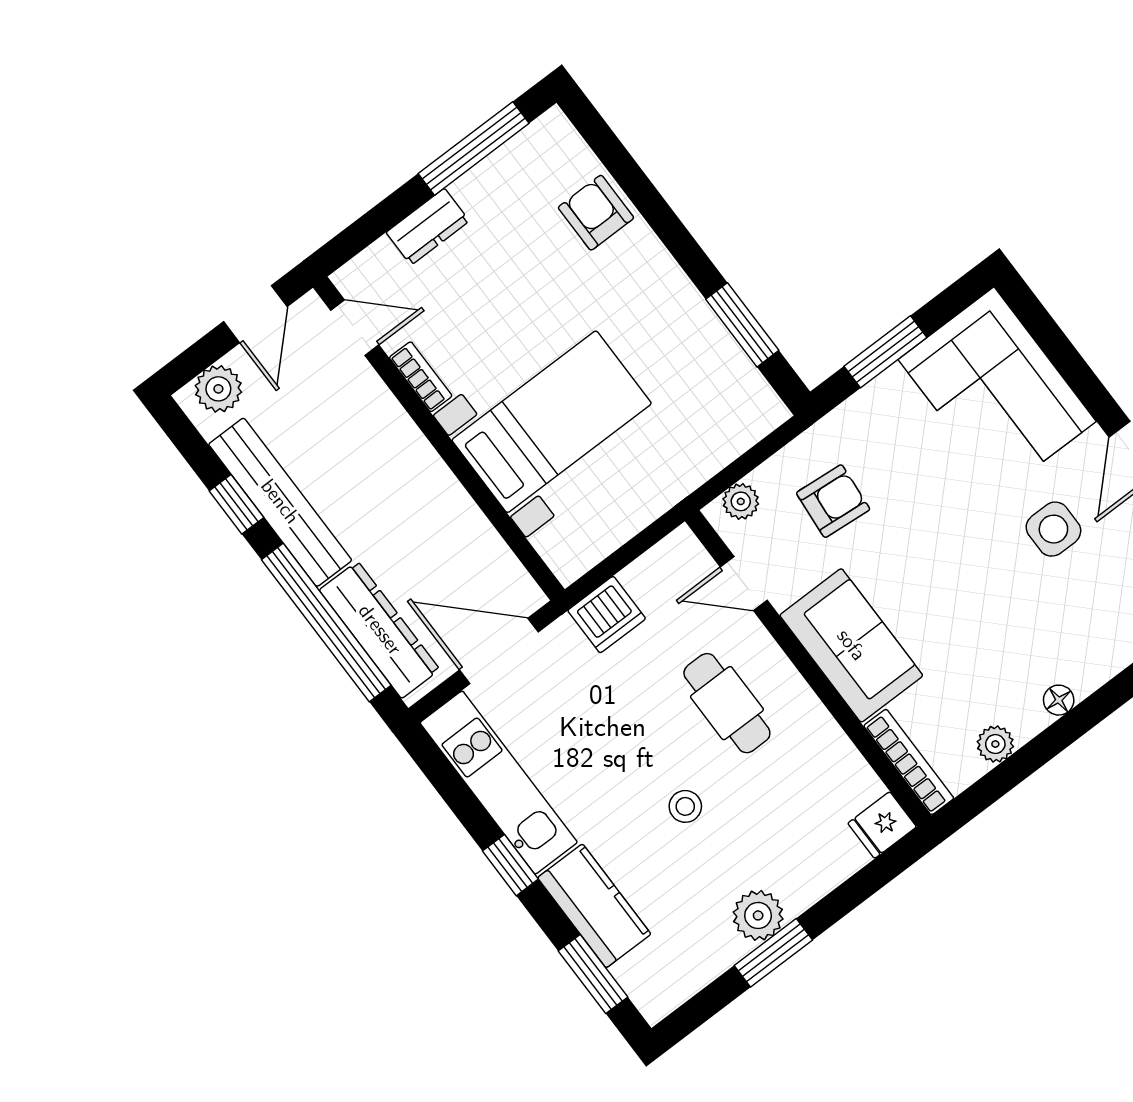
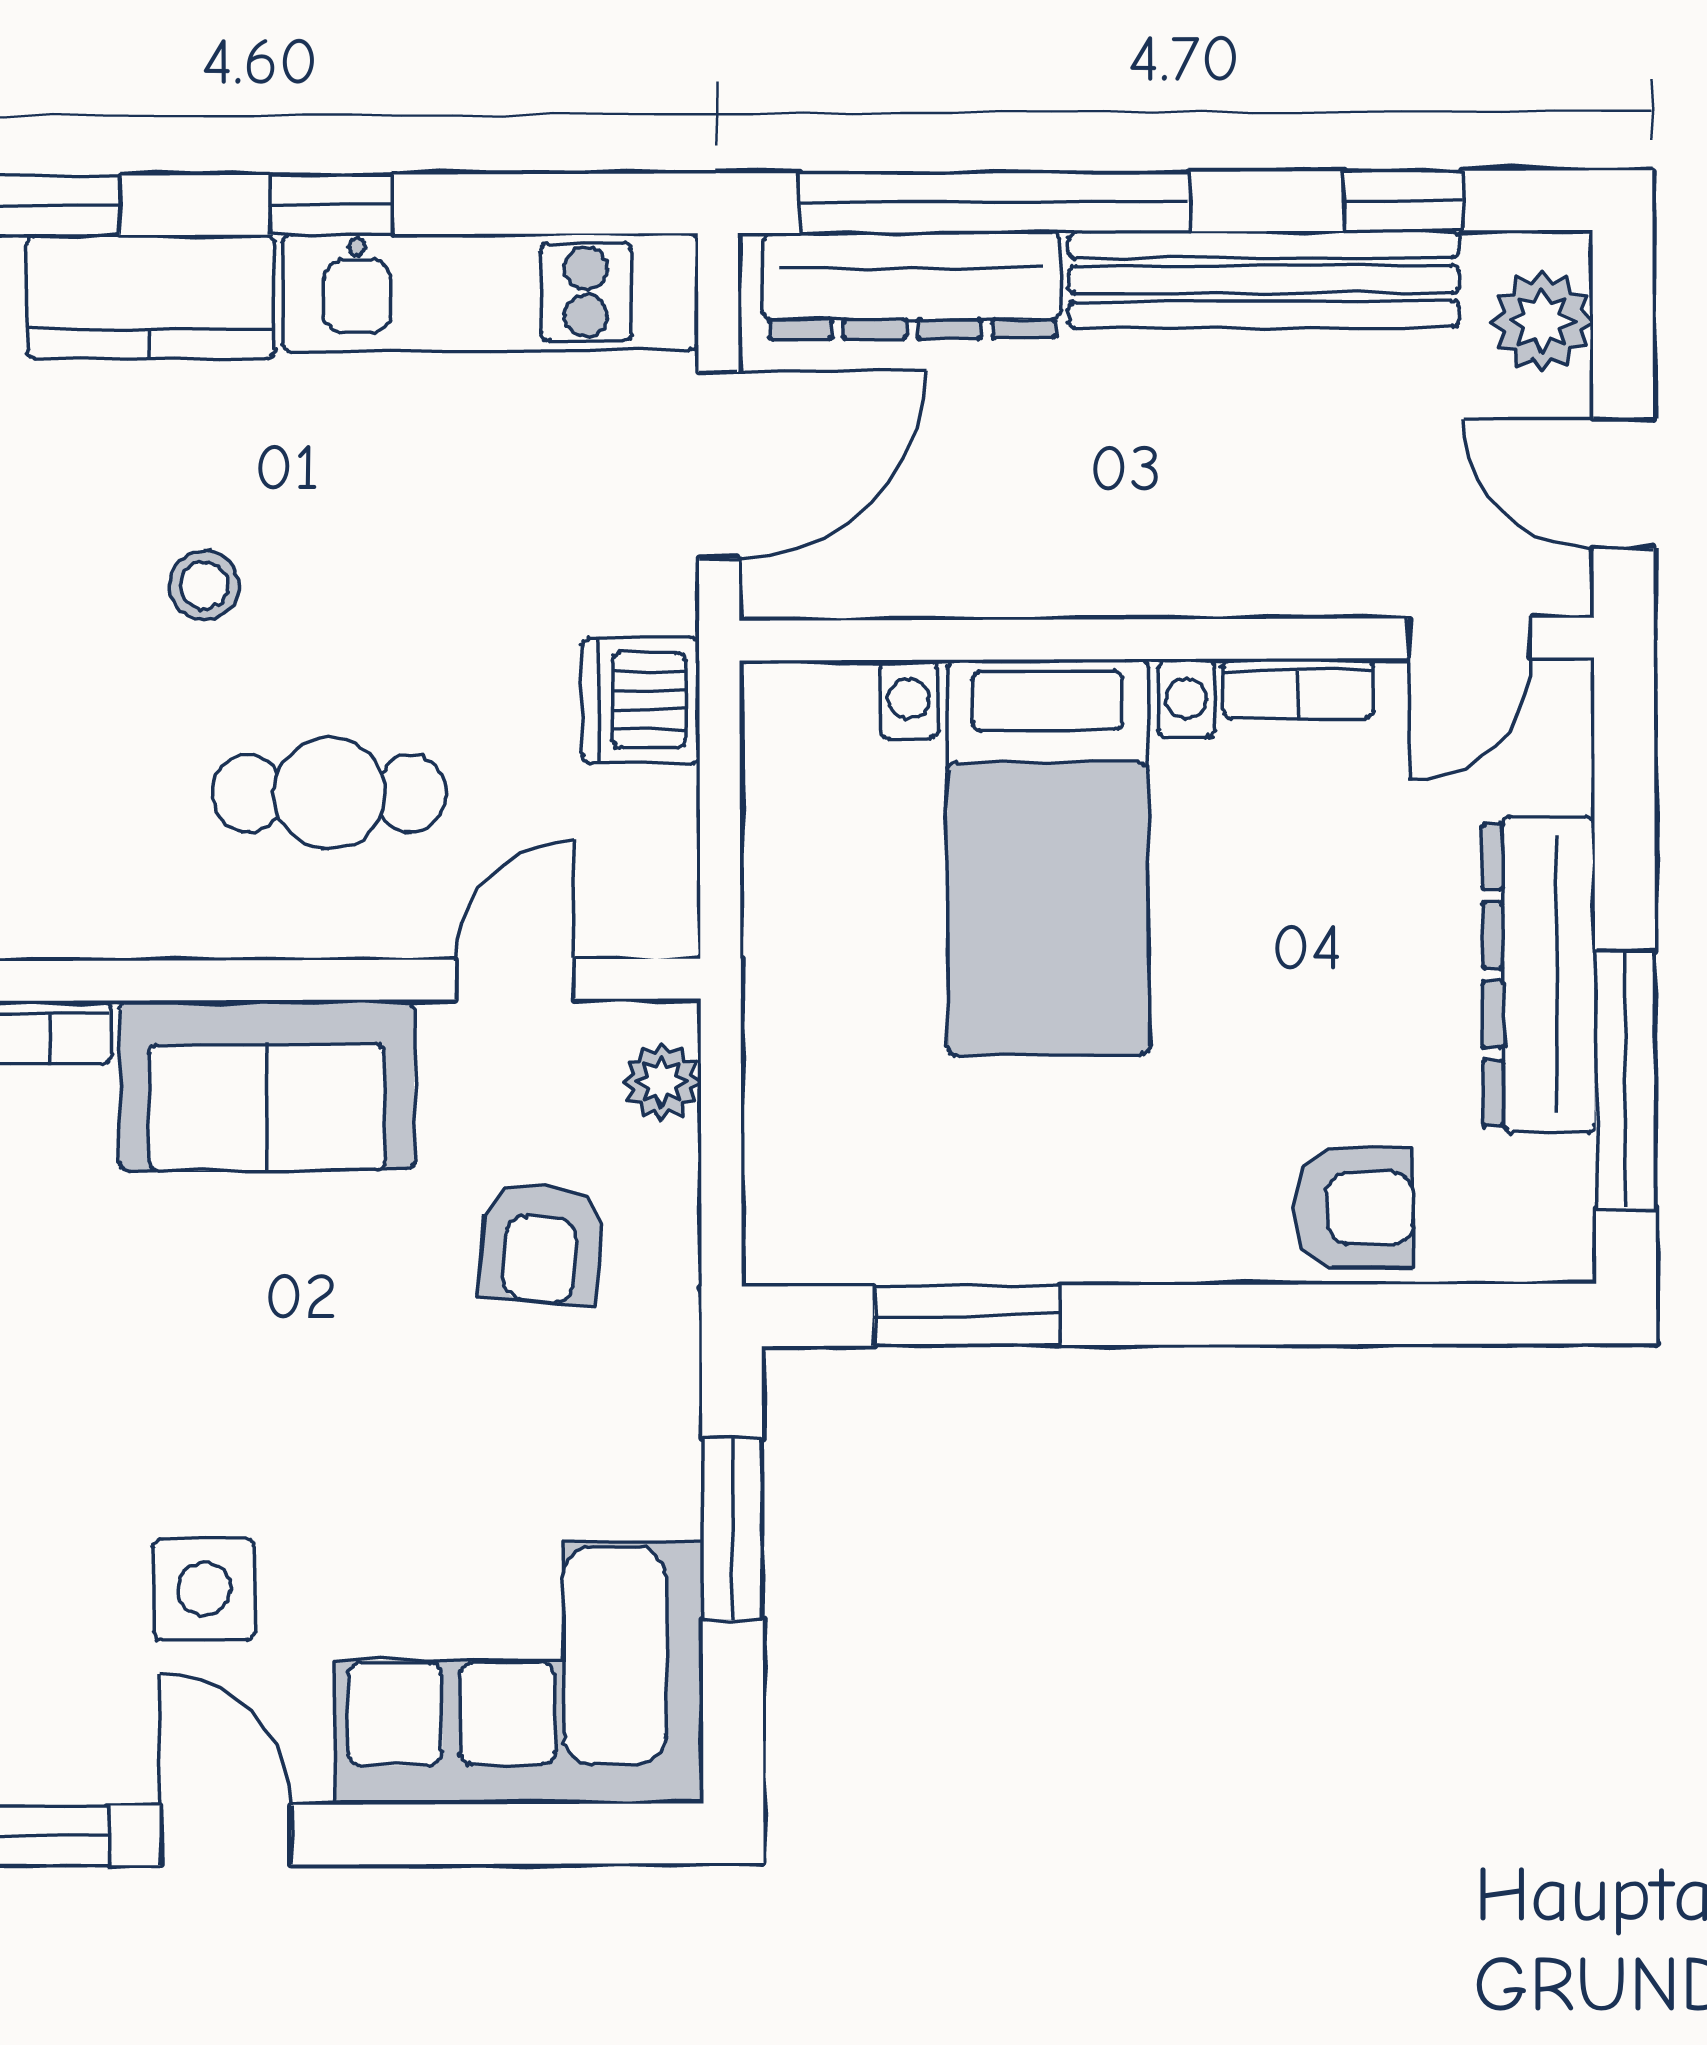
dresser: (428, 227) -> (1539, 975), width x1.96, depth x1.24
window: (236, 504) -> (1403, 201), moved

